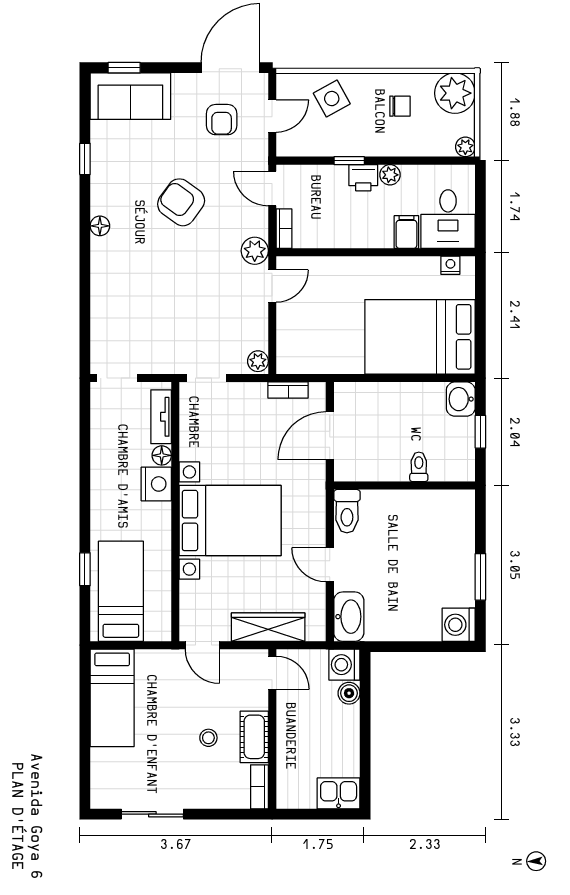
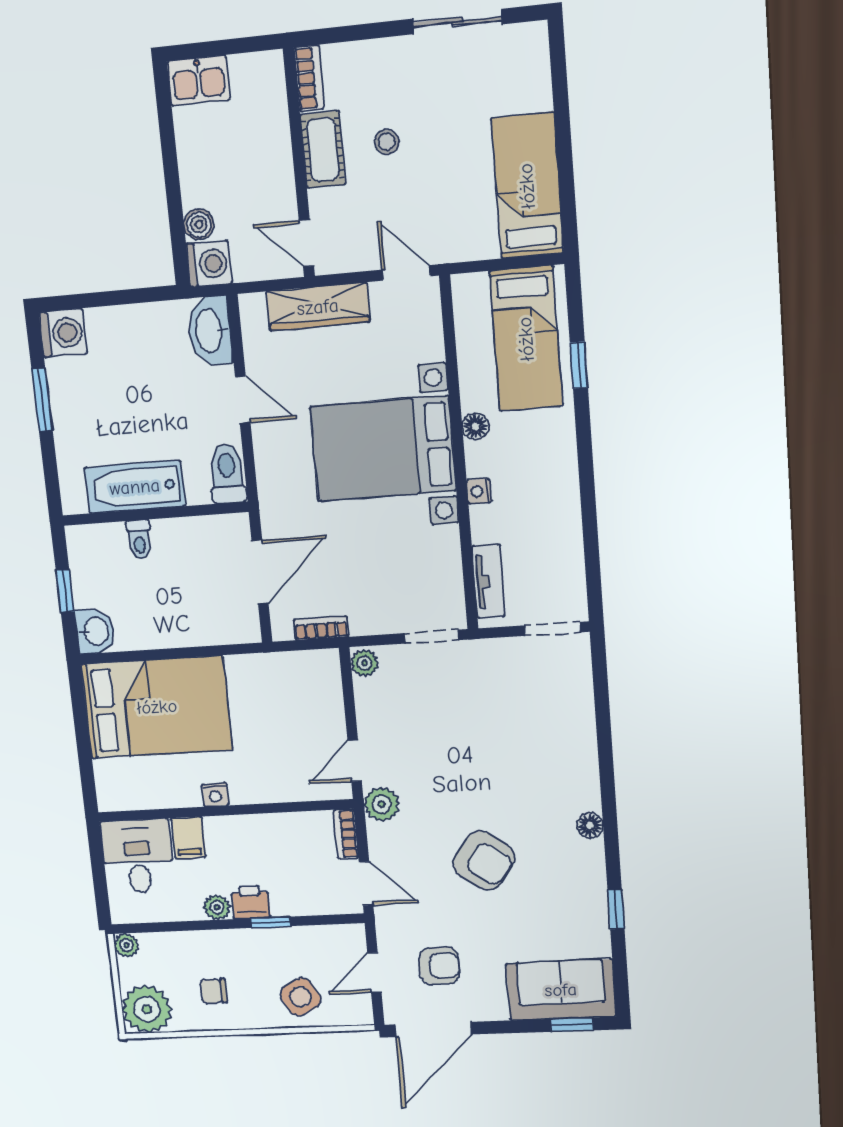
armchair: (222, 120) -> (439, 966), turned 90
nightstand: (450, 265) -> (215, 795), moved
floor lamp: (162, 455) -> (475, 426), moved
nightstand: (156, 484) -> (479, 491), width x0.53, depth x0.56
bathtub: (418, 507) -> (135, 487), added

